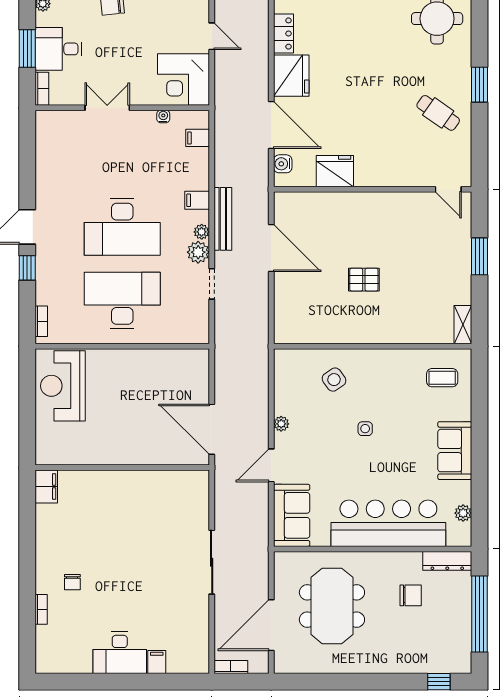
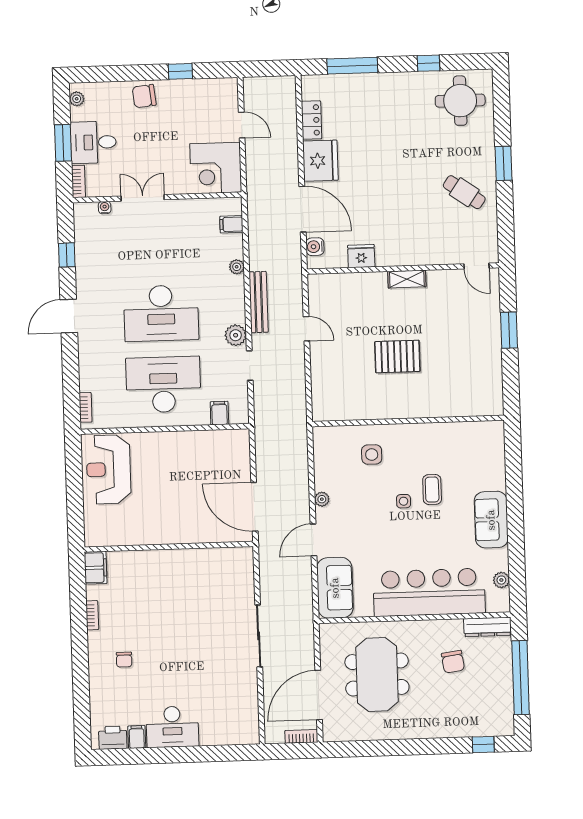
water cooler: (163, 116) -> (105, 208), moved
fridge: (335, 171) -> (361, 256), width x0.73, depth x0.75
filing cabinet: (197, 200) -> (219, 413), moved, turned 90
plant: (202, 232) -> (237, 267), moved
door: (271, 248) -> (306, 329), width x0.53
window: (27, 268) -> (67, 255), moved
pallet: (364, 280) -> (397, 356), width x1.50, depth x1.42
shelving: (463, 325) -> (407, 279), moved, turned 90
coffee table: (442, 378) -> (432, 490), moved, turned 90
side table: (334, 380) -> (372, 455), turned 35
chair: (411, 595) -> (453, 662), turned 82
bookcase: (41, 609) -> (92, 615), moved
printer: (58, 662) -> (113, 738), added
filing cabinet: (157, 662) -> (137, 737), moved
bookcase: (231, 667) -> (301, 736), moved

